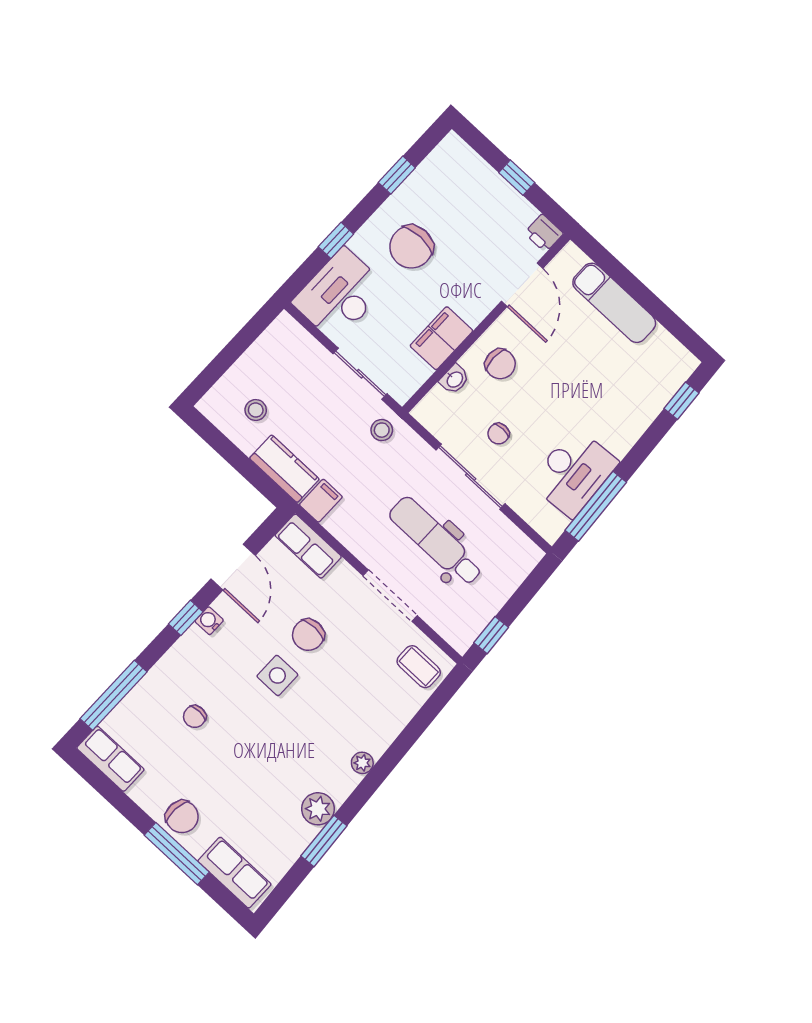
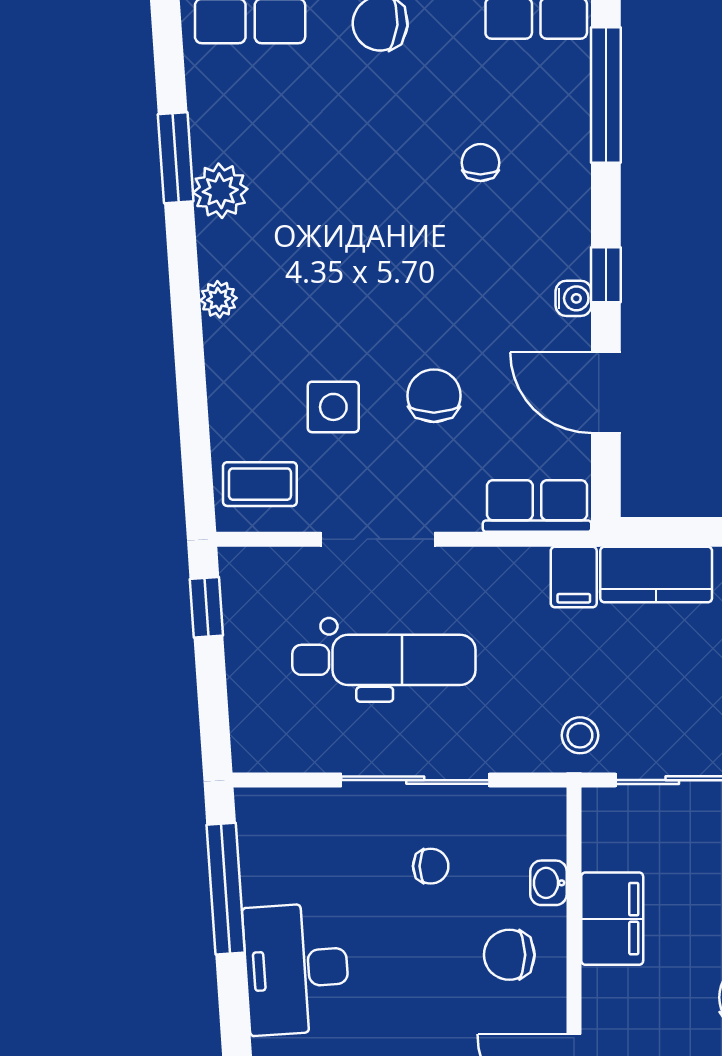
chair: (498, 434) -> (431, 866), turned 90
desk: (574, 473) -> (297, 969), moved
side table: (277, 675) -> (333, 407), moved

